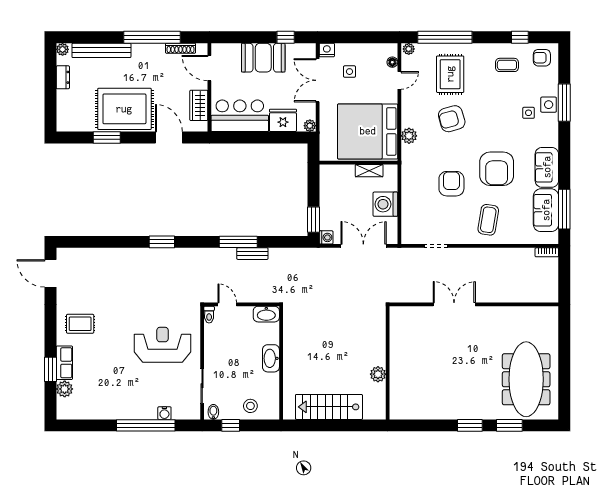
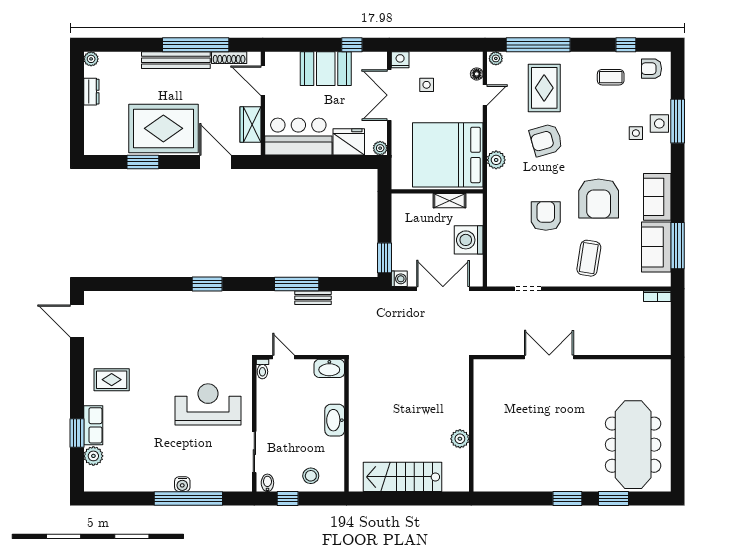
bench: (101, 50) -> (176, 60), moved
water cooler: (164, 413) -> (182, 484), moved

